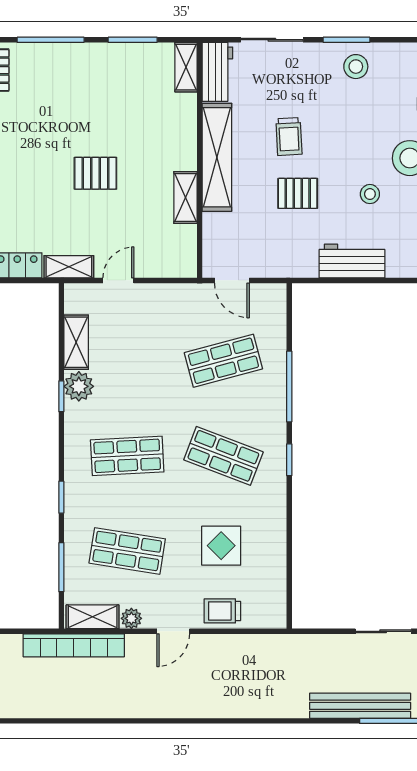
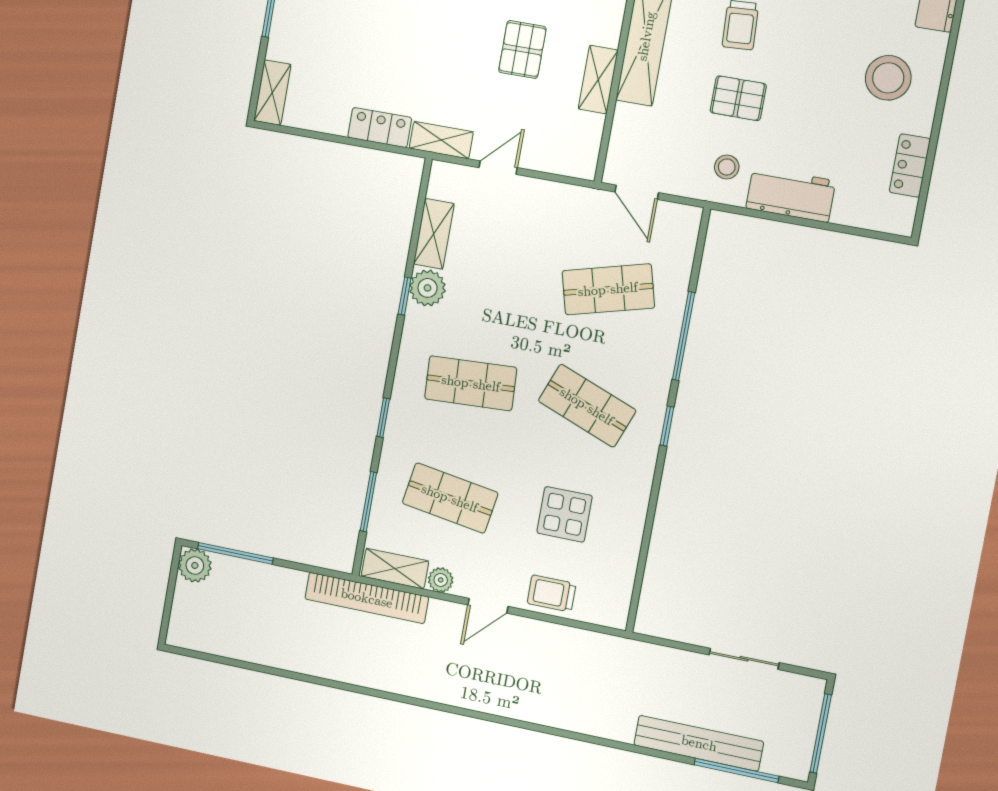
pallet: (95, 173) -> (522, 49), moved, turned 90
stool: (370, 194) -> (727, 167), moved

